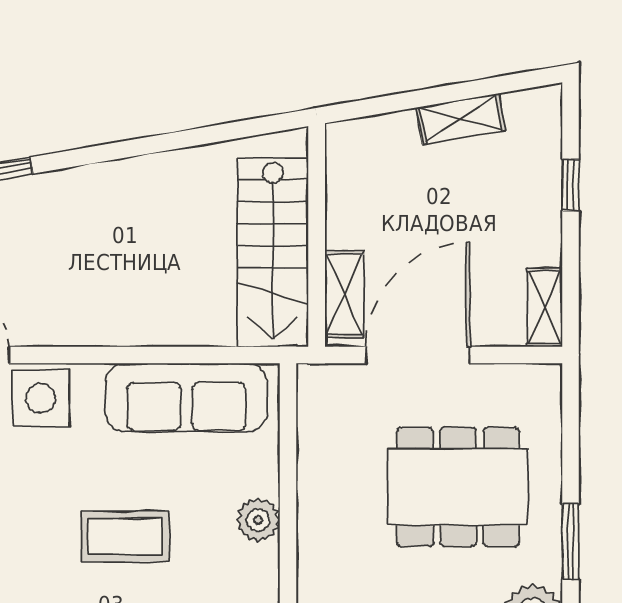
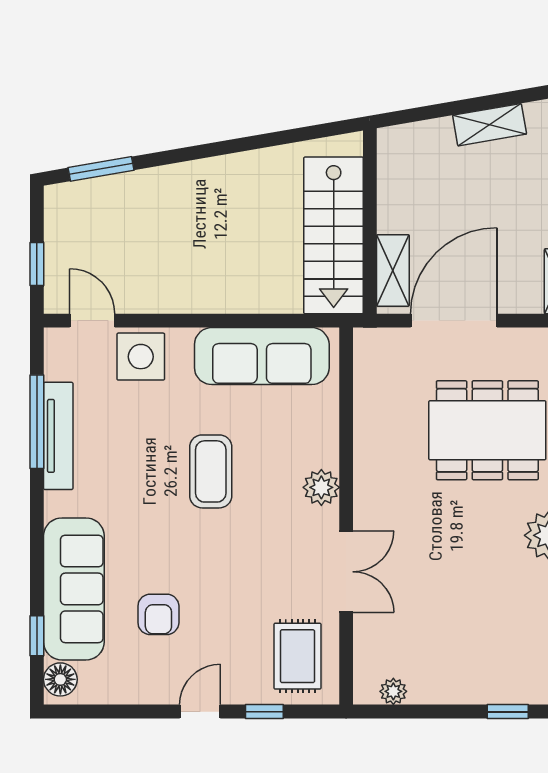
plant: (258, 520) -> (321, 487), moved
coffee table: (125, 536) -> (211, 471), turned 90

